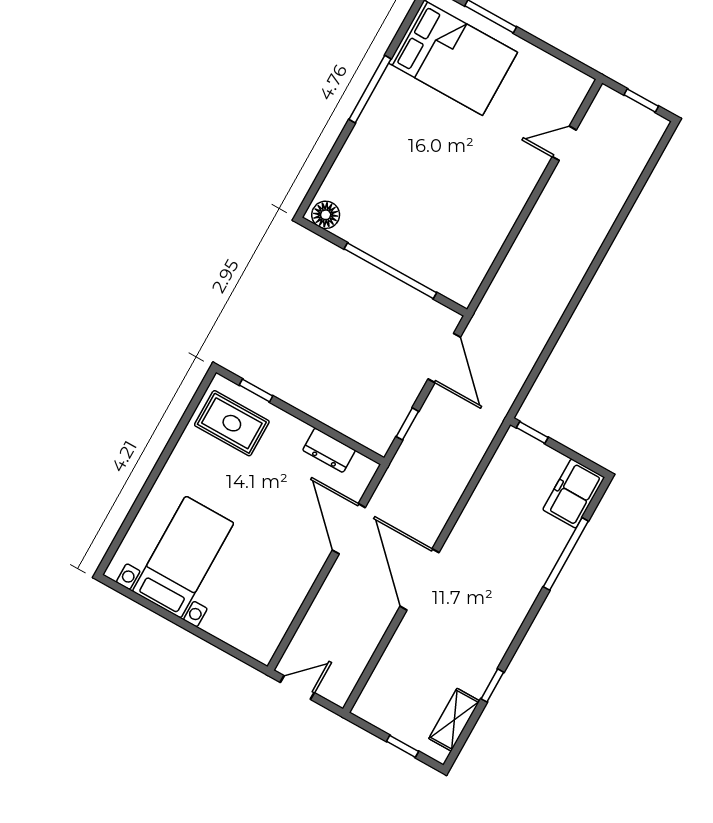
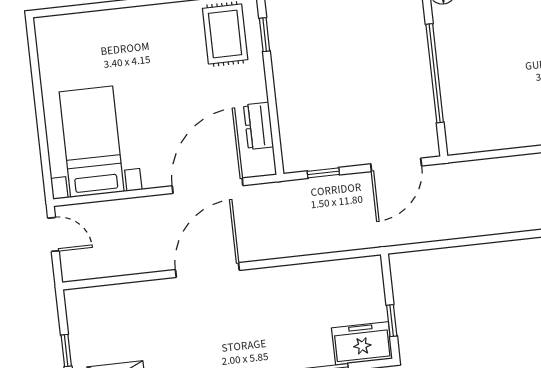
window: (532, 433) -> (392, 321), moved
door: (349, 529) -> (208, 186), width x1.36
bed with nightstands: (183, 557) -> (92, 142), moved, turned -90

